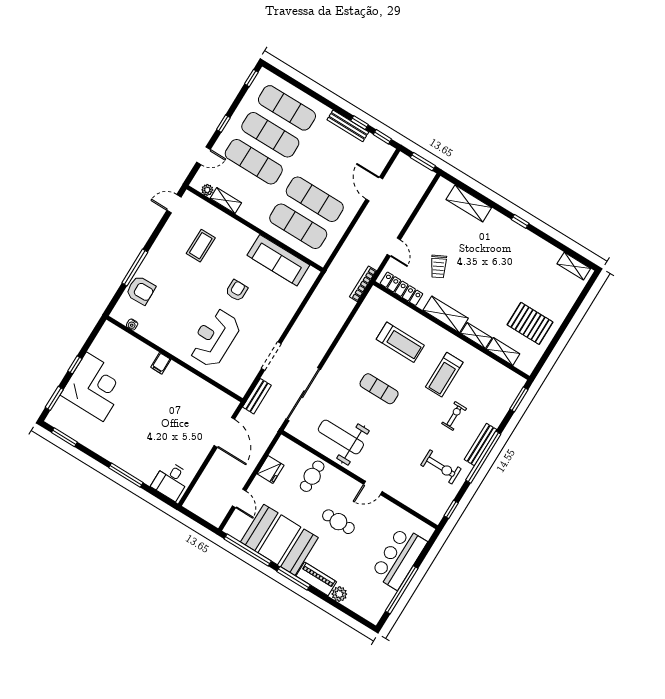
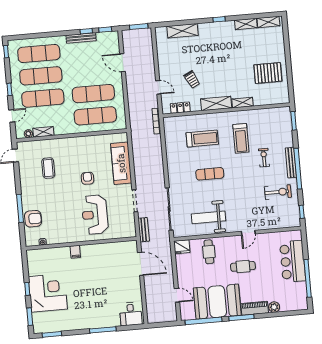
sofa: (278, 260) -> (121, 163), moved, turned 90
locker: (401, 289) -> (180, 108), width x0.66
shelving: (503, 351) -> (246, 24), moved
fridge: (270, 469) -> (182, 247), moved, turned 90

